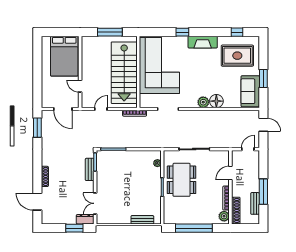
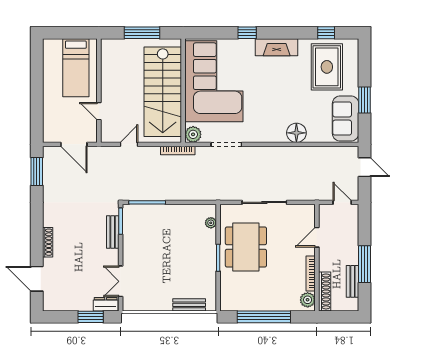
bed: (64, 56) -> (76, 68), width x0.67
rug: (237, 56) -> (327, 67), turned 90
plant: (203, 102) -> (193, 134), moved
door: (248, 149) -> (342, 202), hinge flipped

